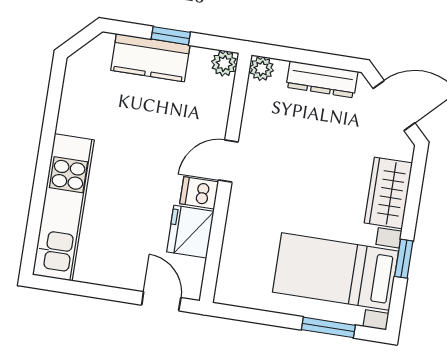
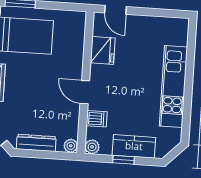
door: (228, 161) -> (85, 92), swing flipped
dishwasher: (199, 193) -> (97, 119), moved
kitchen unit: (63, 207) -> (173, 87), moved

